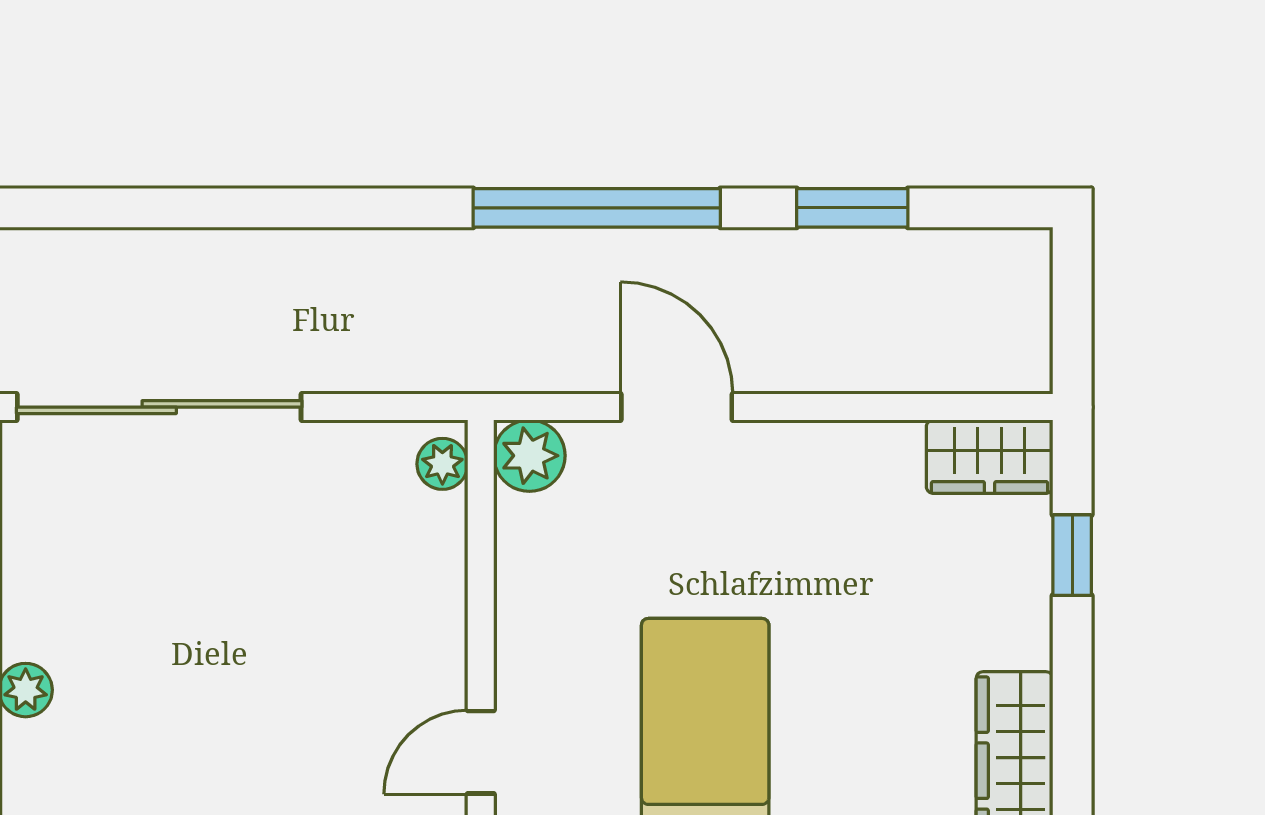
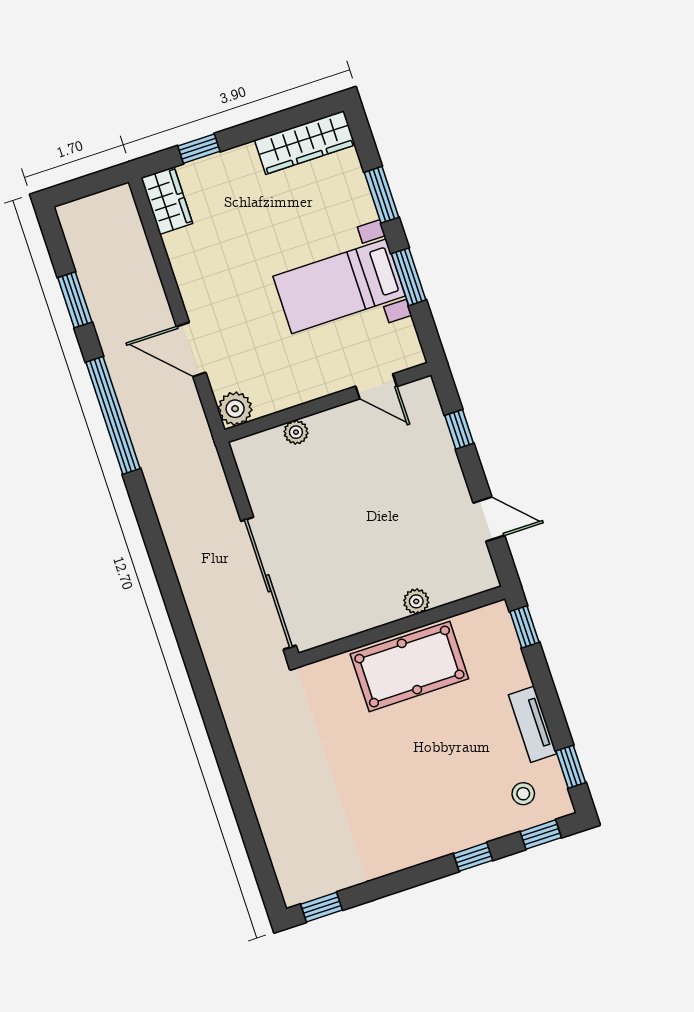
door: (677, 407) -> (191, 349), hinge flipped
plant: (442, 464) -> (296, 432), moved

